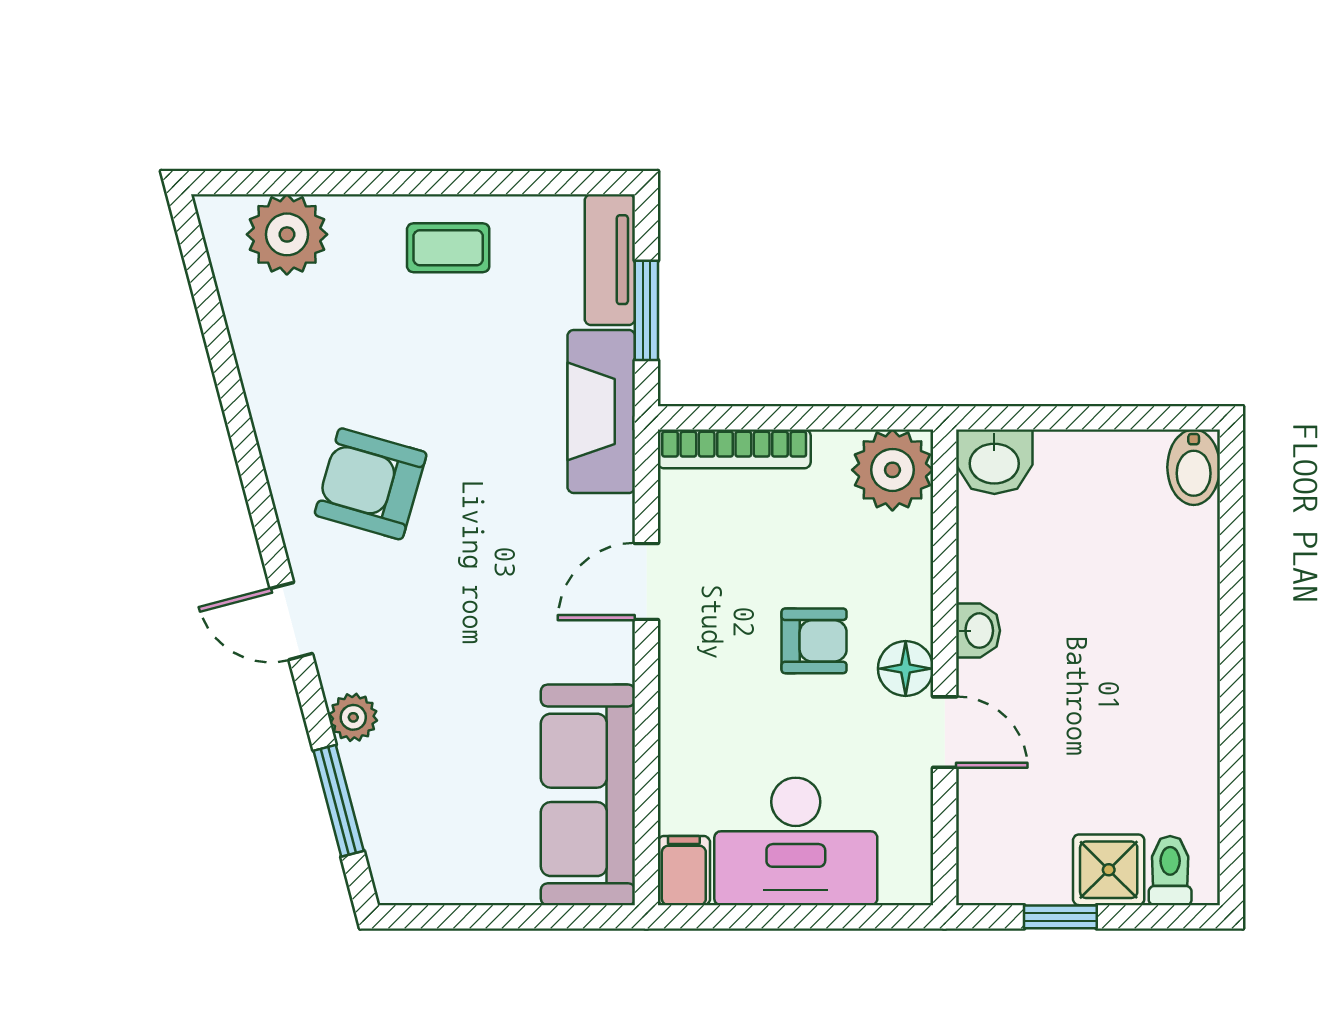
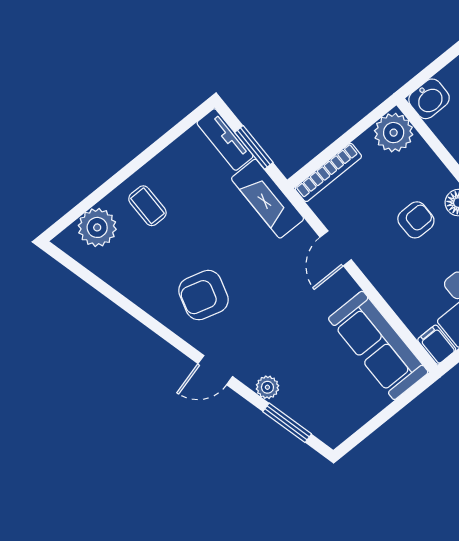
coffee table: (448, 248) -> (147, 206), moved, turned 90

